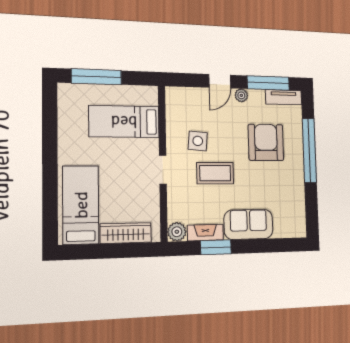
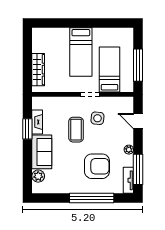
window: (96, 77) -> (138, 65), moved
door: (220, 81) -> (138, 121), moved
doorway: (163, 170) -> (90, 94), moved
bed: (81, 205) -> (81, 52), moved, turned 90
plant: (177, 232) -> (38, 176), moved

